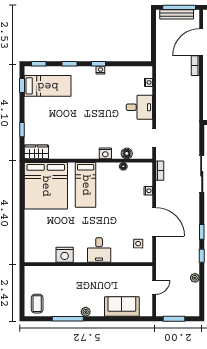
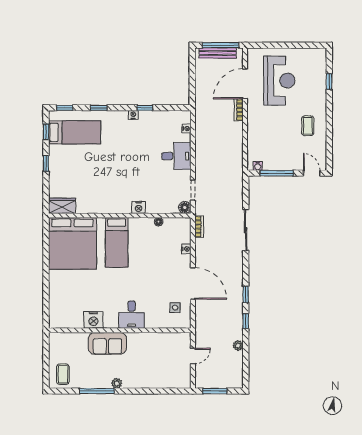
window: (99, 64) -> (145, 108), moved
window: (22, 130) -> (46, 164), moved
floor lamp: (127, 153) -> (185, 207), moved
sofa: (122, 307) -> (107, 343), moved, turned 180

